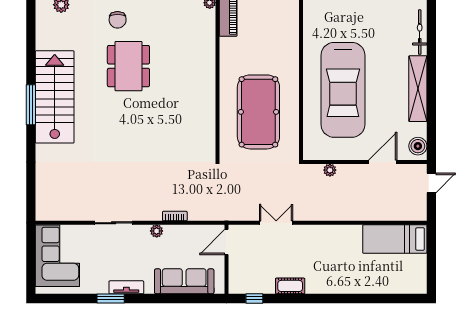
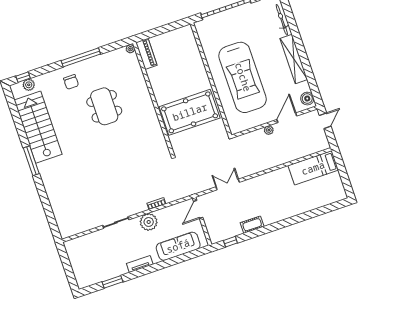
dining table: (128, 66) -> (104, 106), moved
stairs: (55, 97) -> (38, 127), moved
pool table: (258, 112) -> (190, 112), turned 90
plant: (330, 170) -> (269, 130), moved
plant: (157, 231) -> (149, 222), width x1.87, depth x1.87
corner sofa: (57, 256) -> (85, 258), removed
window: (111, 298) -> (113, 282), moved

